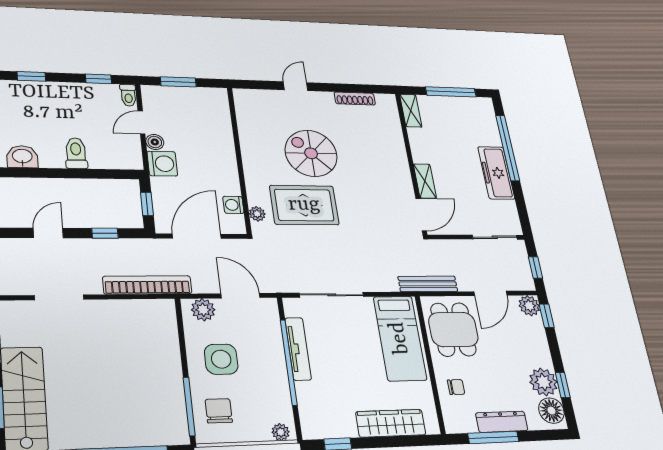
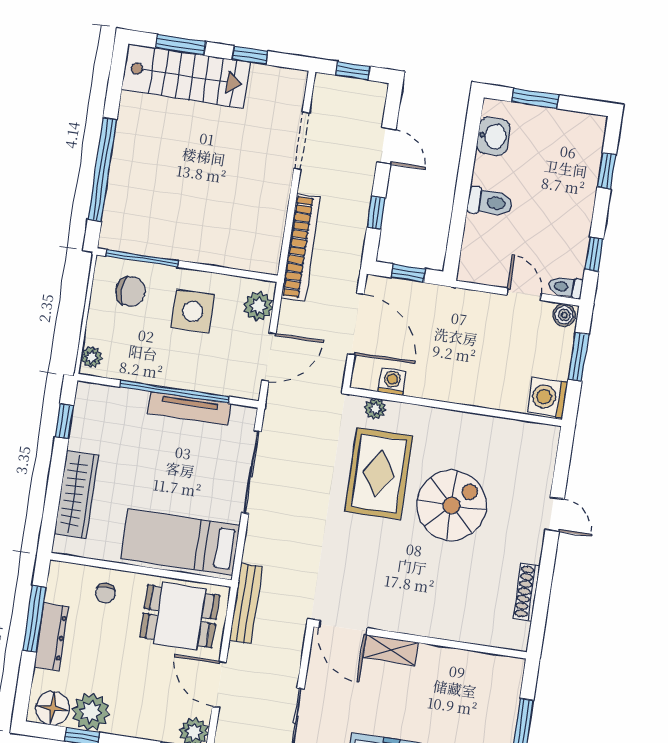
shelving: (411, 111) -> (499, 666), removed
boiler: (155, 142) -> (564, 315), moved
washing machine: (162, 164) -> (548, 397), moved, turned 90

